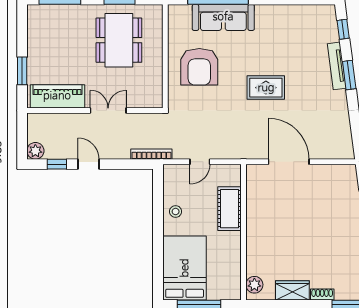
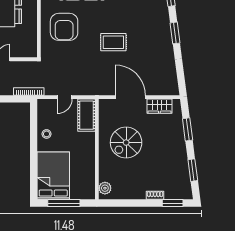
tv unit: (337, 66) -> (166, 26), removed
cot: (230, 209) -> (86, 115), moved
spiral stairs: (283, 223) -> (126, 143), added
wardrobe: (292, 290) -> (159, 106), moved, turned 180

